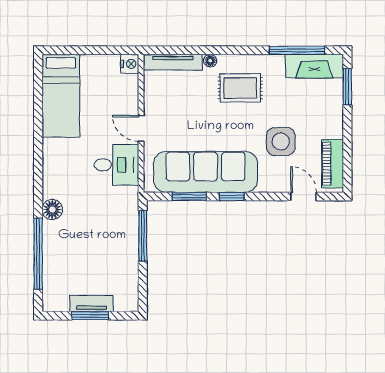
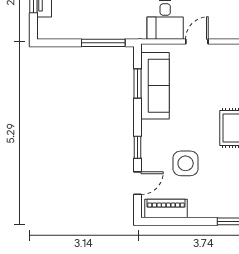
sofa: (206, 172) -> (155, 86), width x0.74, depth x0.79
window: (232, 196) -> (137, 147), moved

